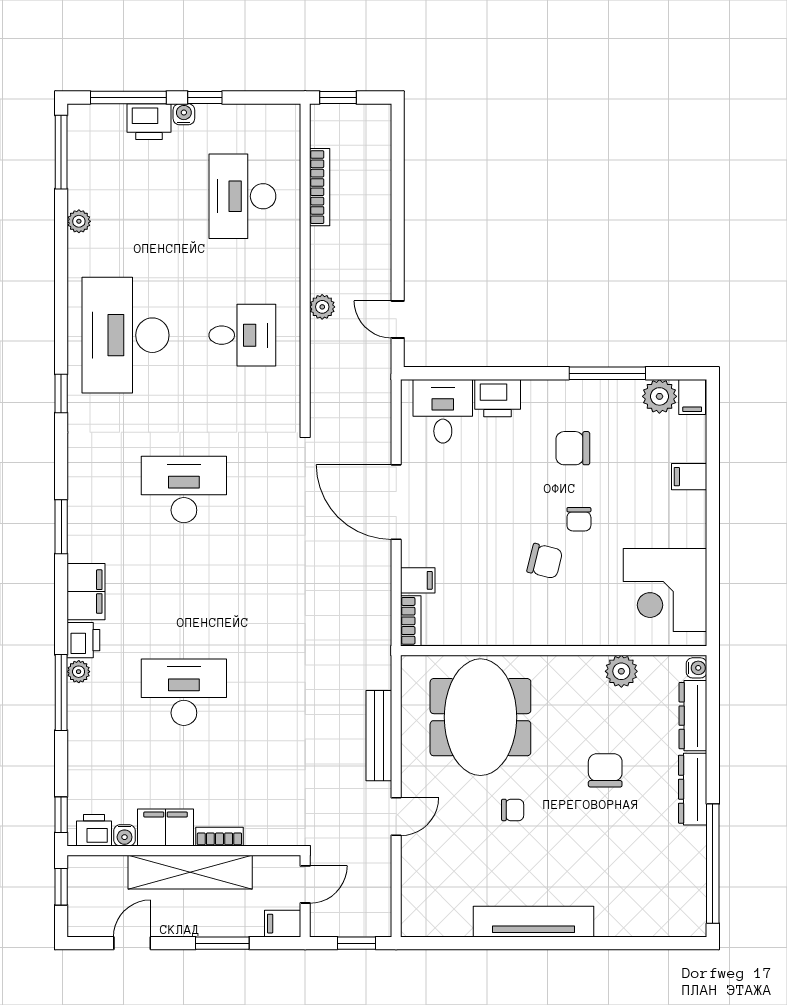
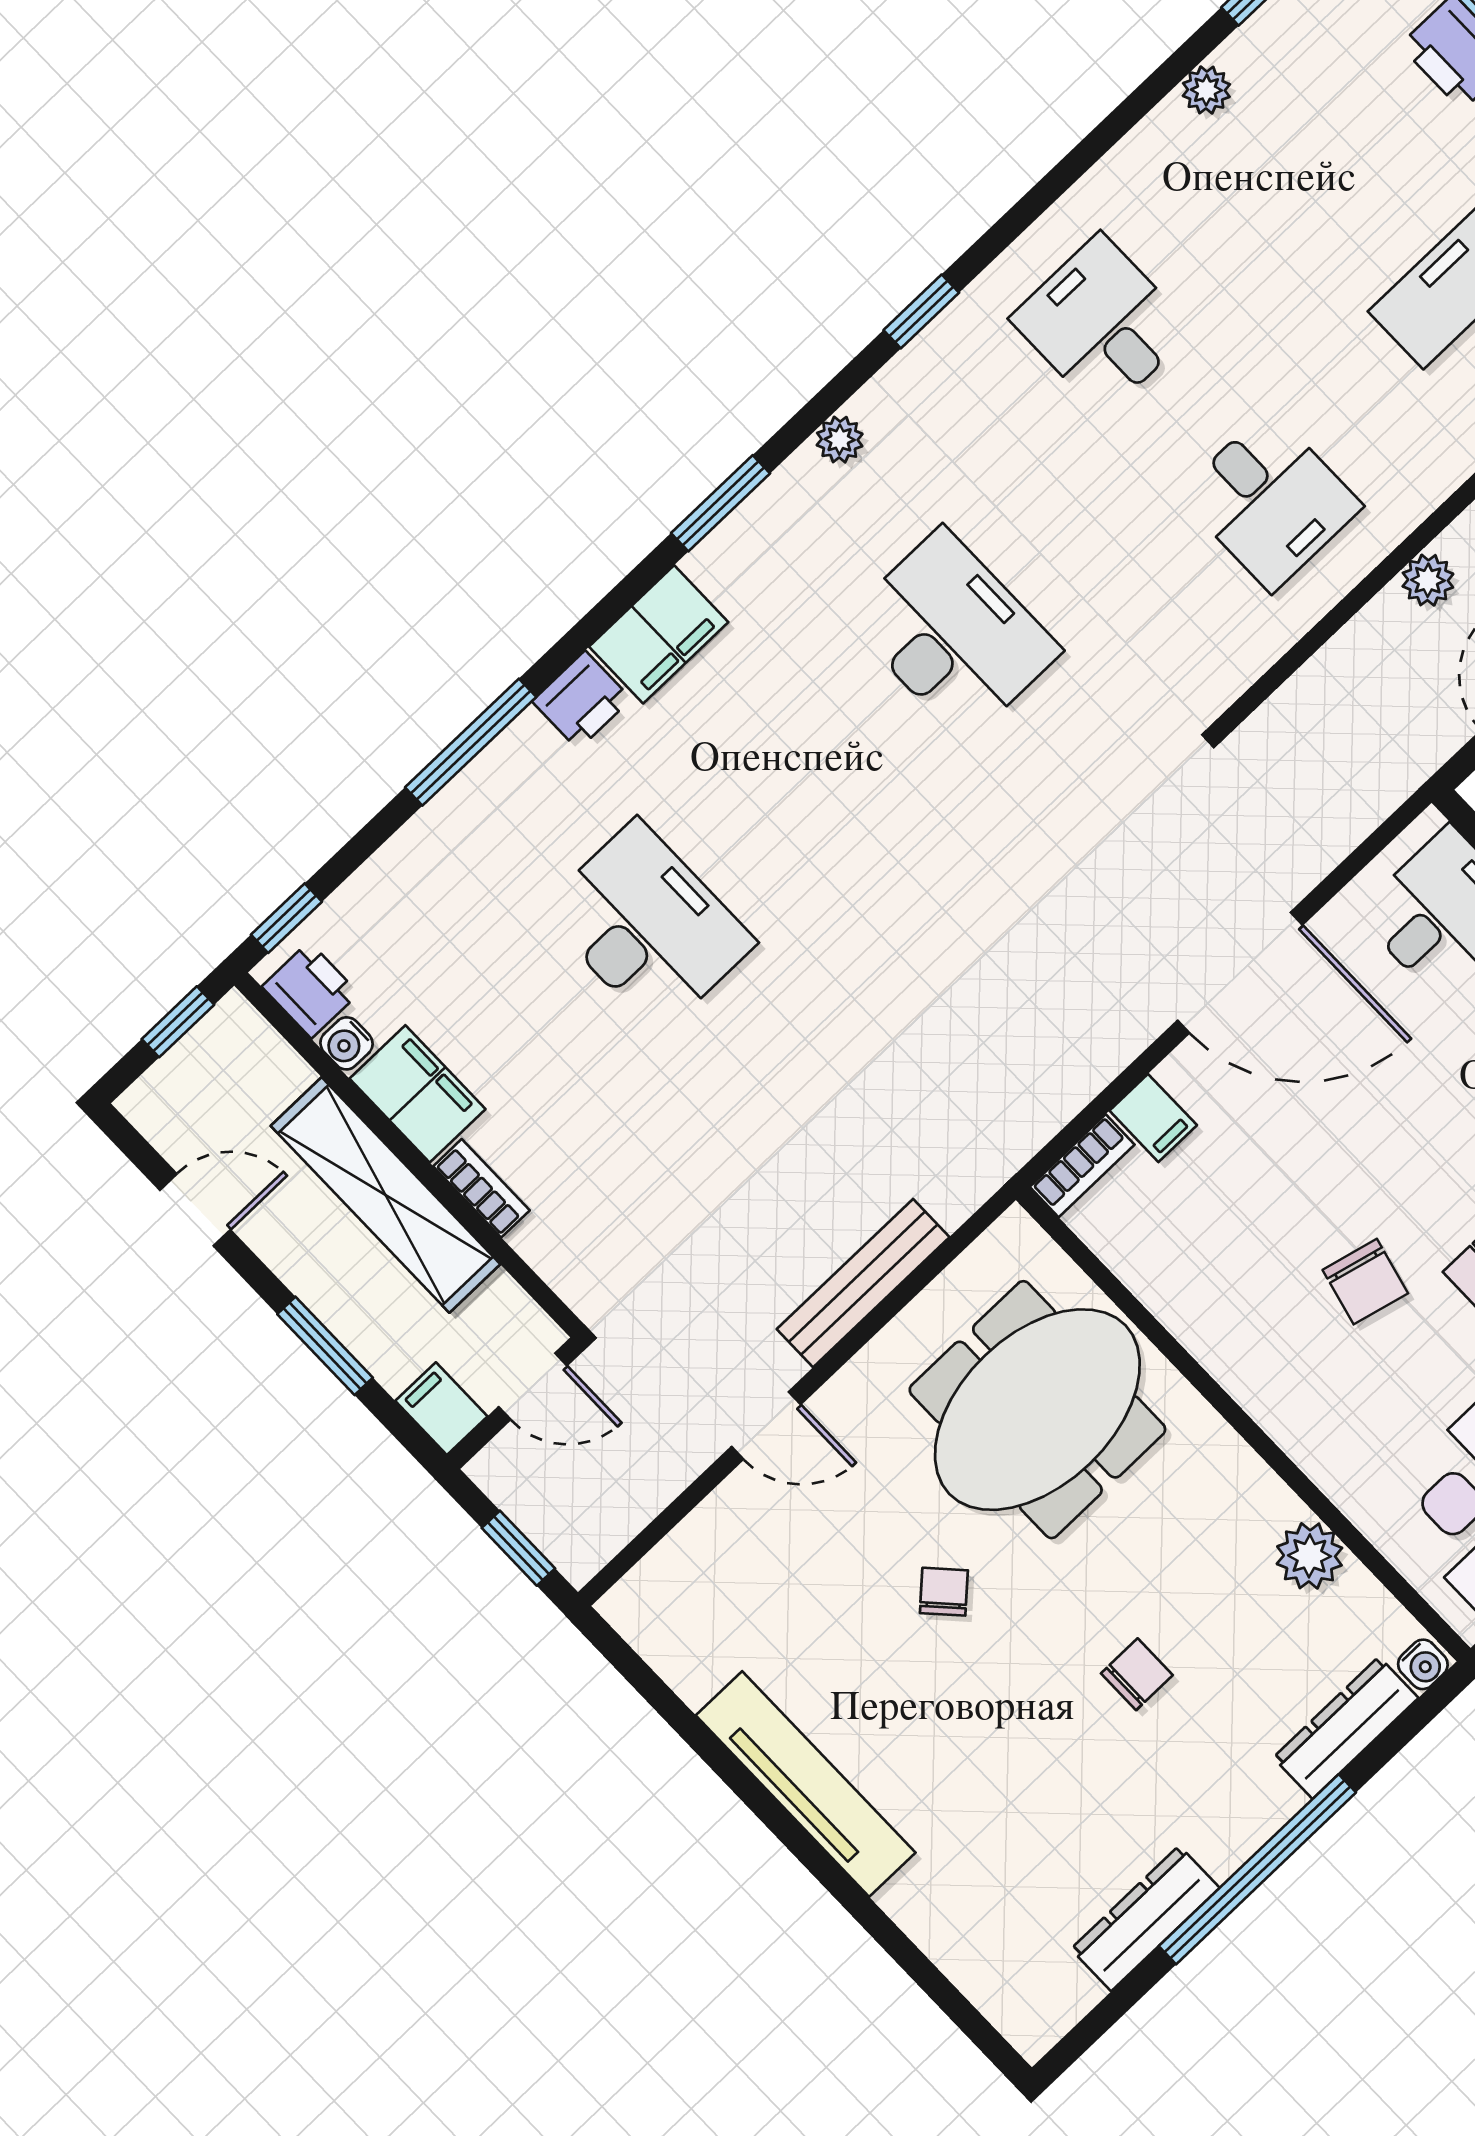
desk: (125, 335) -> (1102, 324), width x0.53, depth x0.77
door: (396, 502) -> (1240, 973), swing flipped
plant: (79, 672) -> (840, 440), moved
chair: (605, 770) -> (1137, 1674), width x0.73, depth x0.73
dresser: (693, 789) -> (1145, 1918), moved
chair: (513, 810) -> (944, 1592), turned -133
window: (713, 864) -> (1257, 1869), moved

